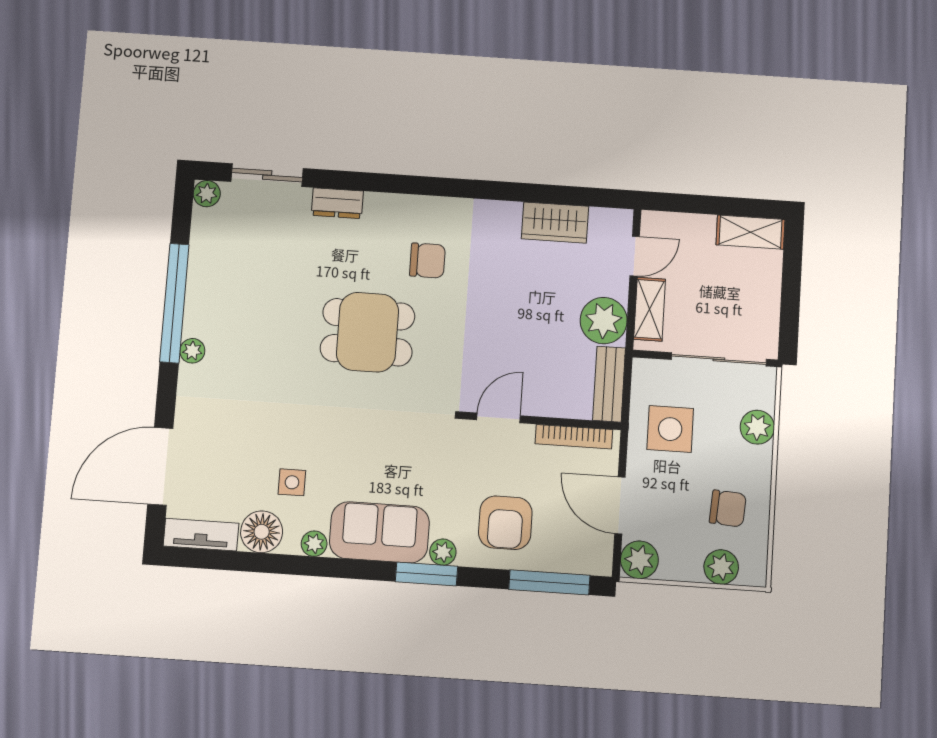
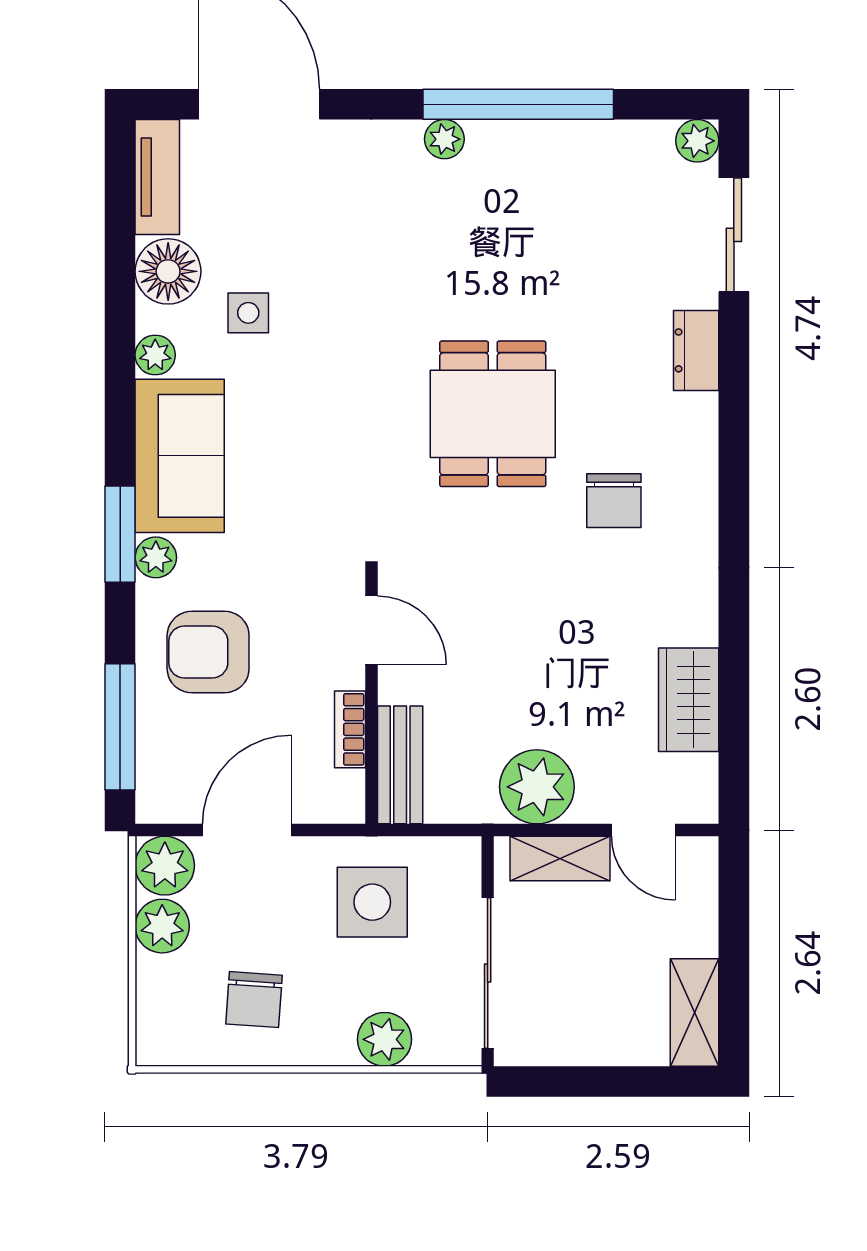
bench: (609, 384) -> (400, 765), moved, turned 90
bookcase: (574, 437) -> (350, 729), width x0.64
plant: (721, 567) -> (162, 926), moved

